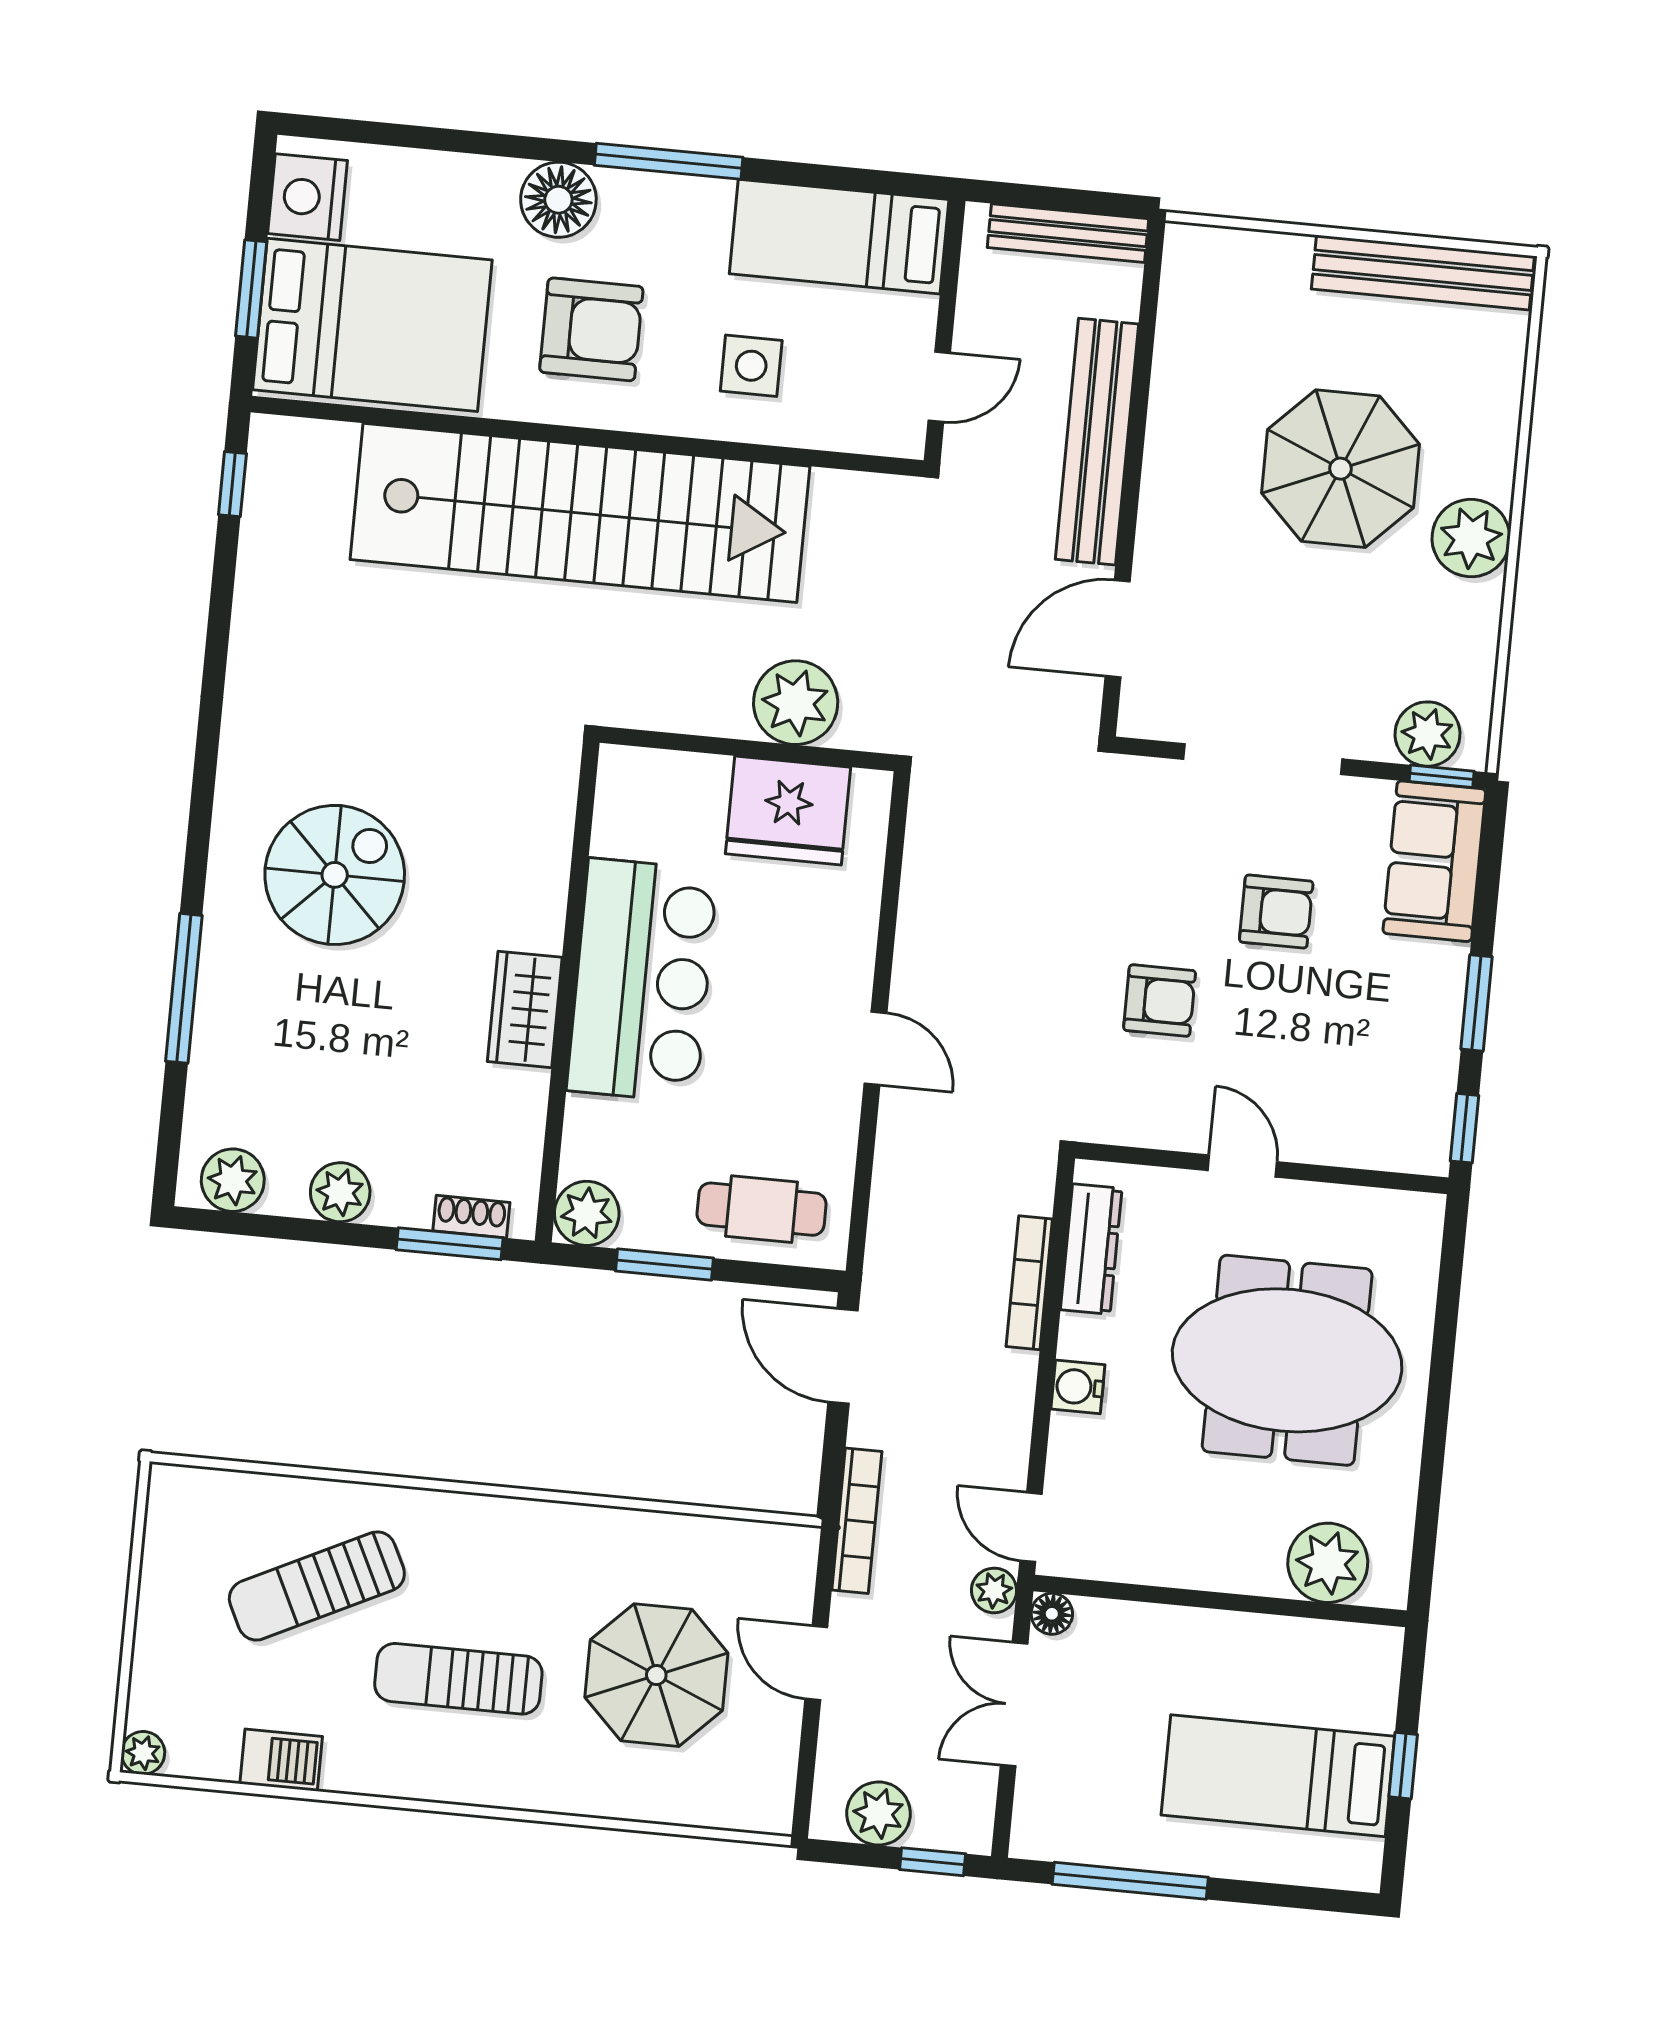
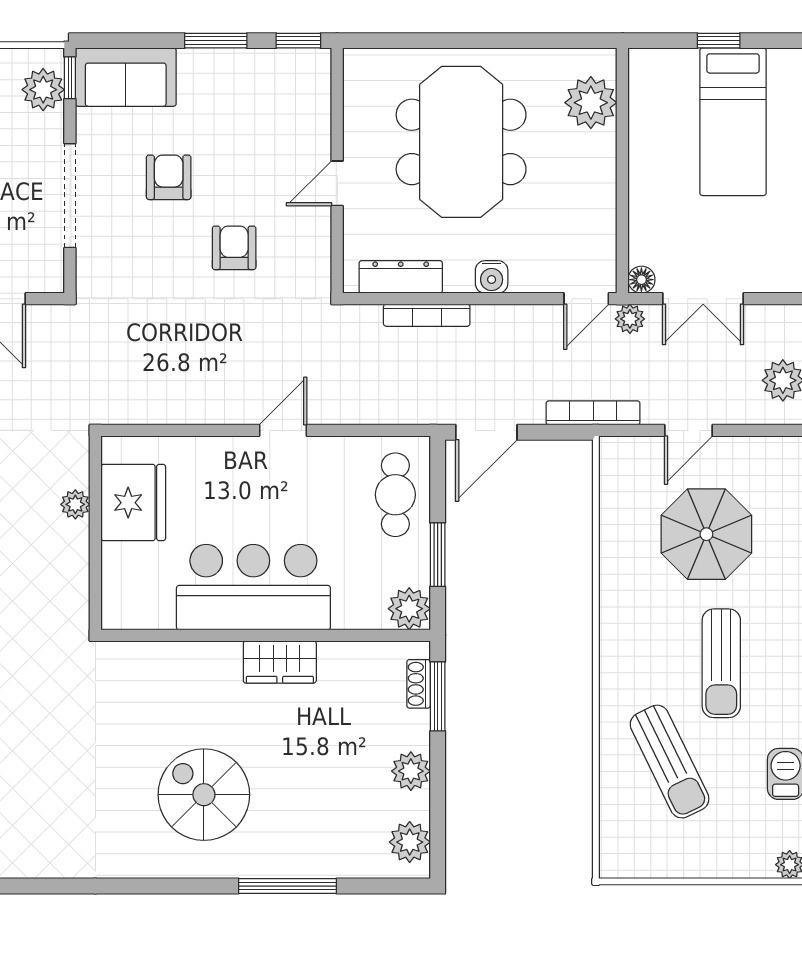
plant: (796, 703) -> (75, 504), width x0.53, depth x0.53

